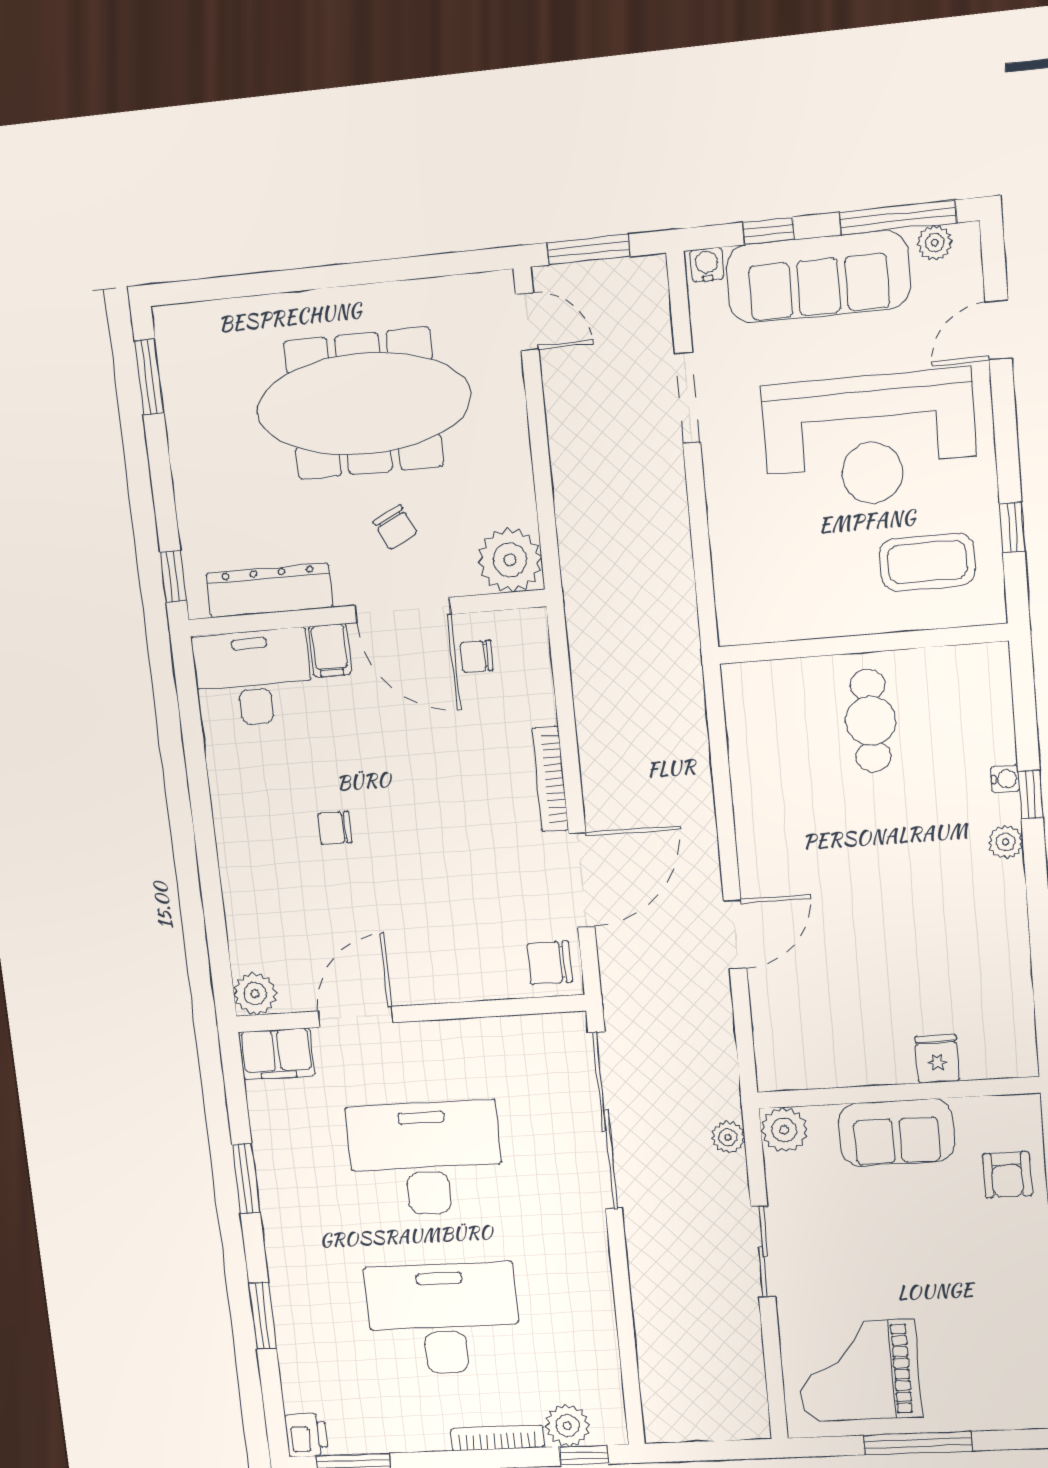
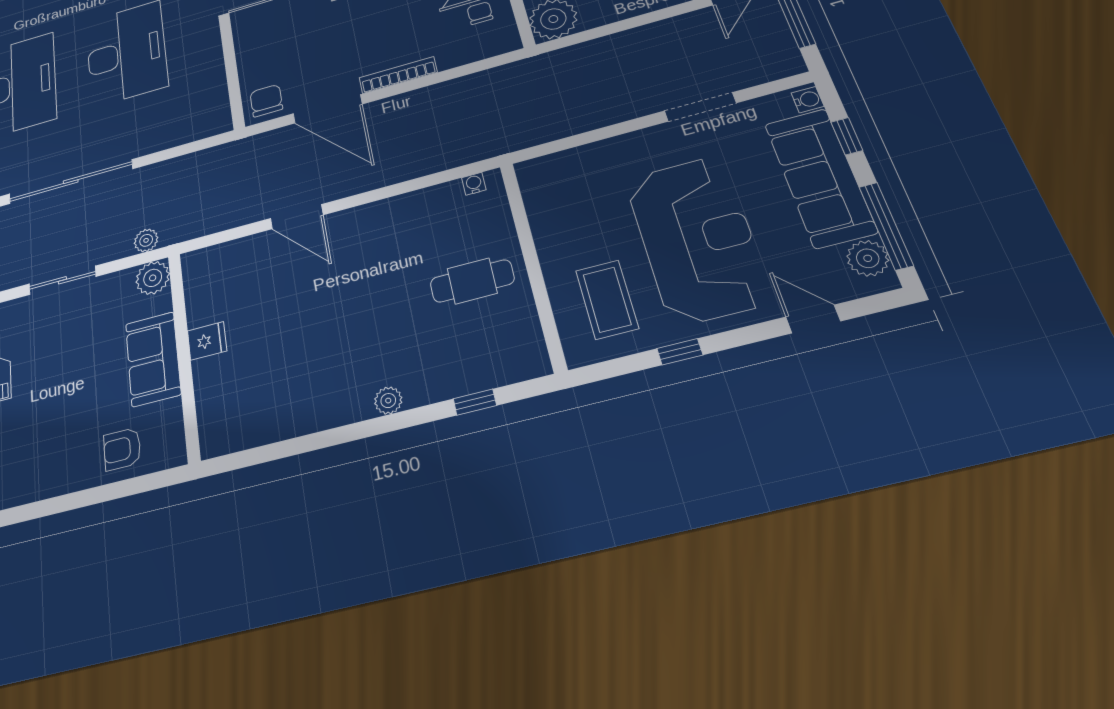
plant: (935, 243) -> (868, 258), width x1.38, depth x1.38
reception desk: (870, 440) -> (697, 239), turned 180
window: (1012, 527) -> (680, 352), moved
water cooler: (1005, 779) -> (474, 184), moved, turned 180
window: (1031, 795) -> (475, 402), moved
fridge: (937, 1059) -> (207, 341), moved
sliding door: (605, 1121) -> (71, 182), moved

